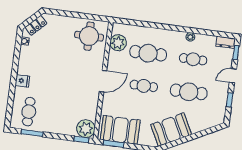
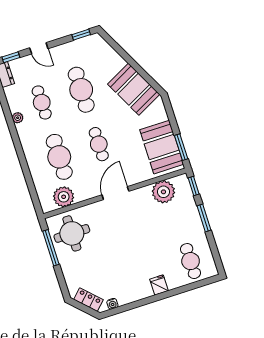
window: (86, 16) -> (51, 248), added
door: (103, 81) -> (115, 193), hinge flipped
window: (230, 100) -> (81, 35), moved
cafe table: (29, 112) -> (191, 261), turned 90
plant: (86, 129) -> (163, 192), moved
window: (32, 133) -> (204, 218), moved

